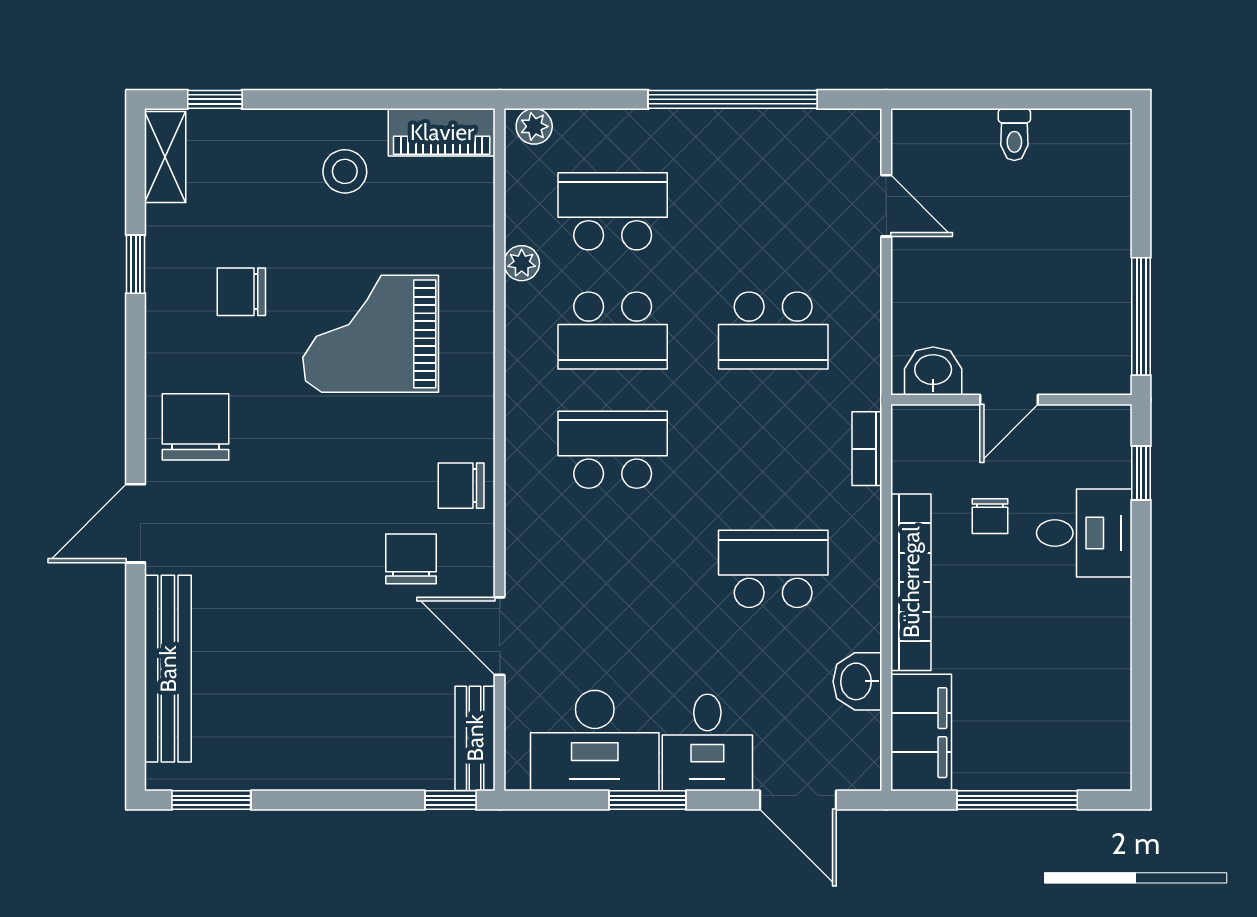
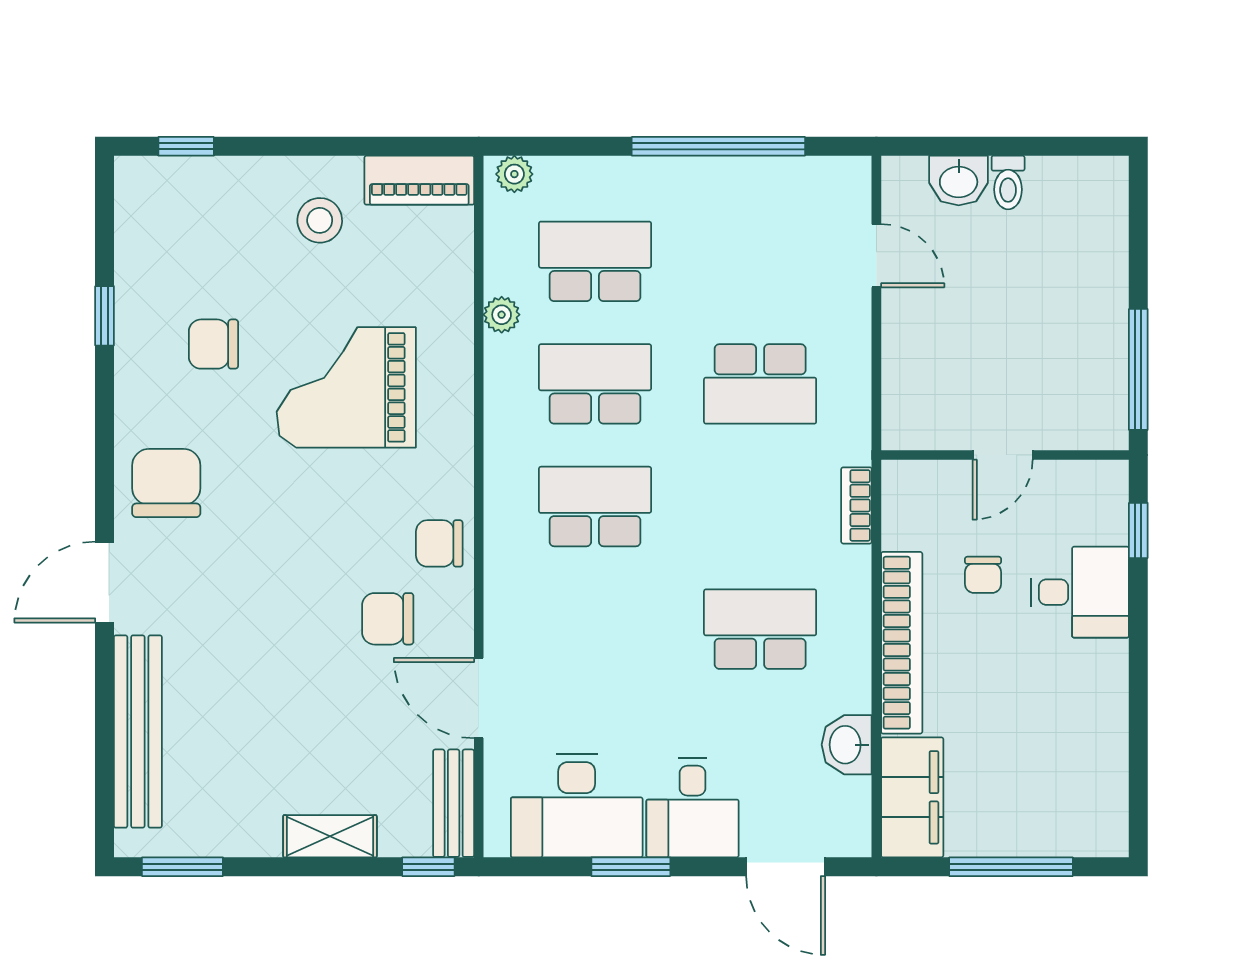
shelving: (165, 157) -> (330, 836), moved, turned 90
school desk: (613, 331) -> (595, 384), turned 180
washbasin: (933, 371) -> (959, 180), moved, turned 180
chair: (411, 559) -> (388, 619), turned -90

